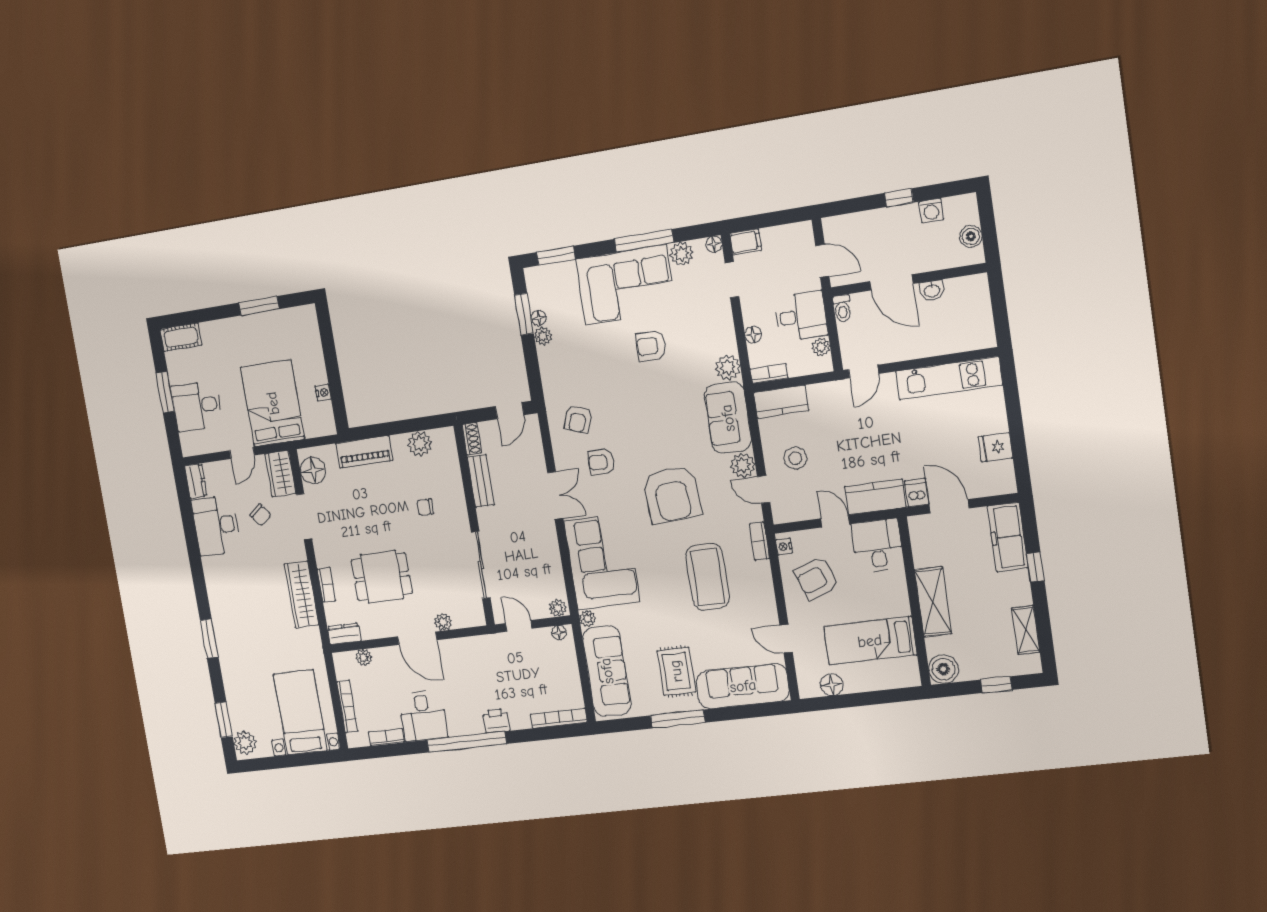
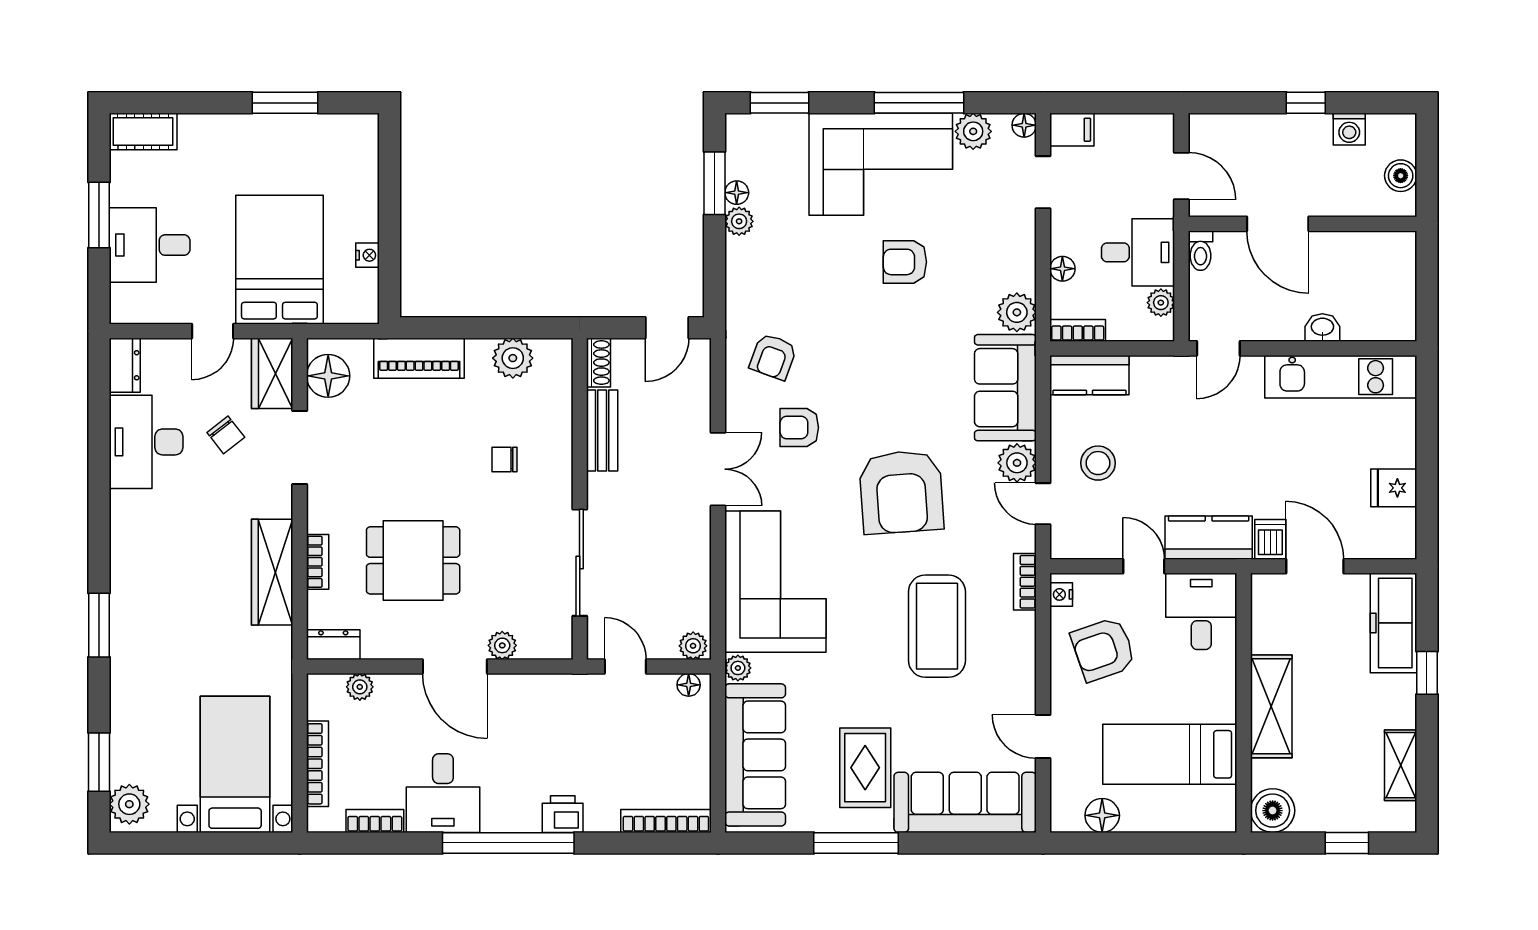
washbasin: (932, 290) -> (1322, 328), moved, turned 180

